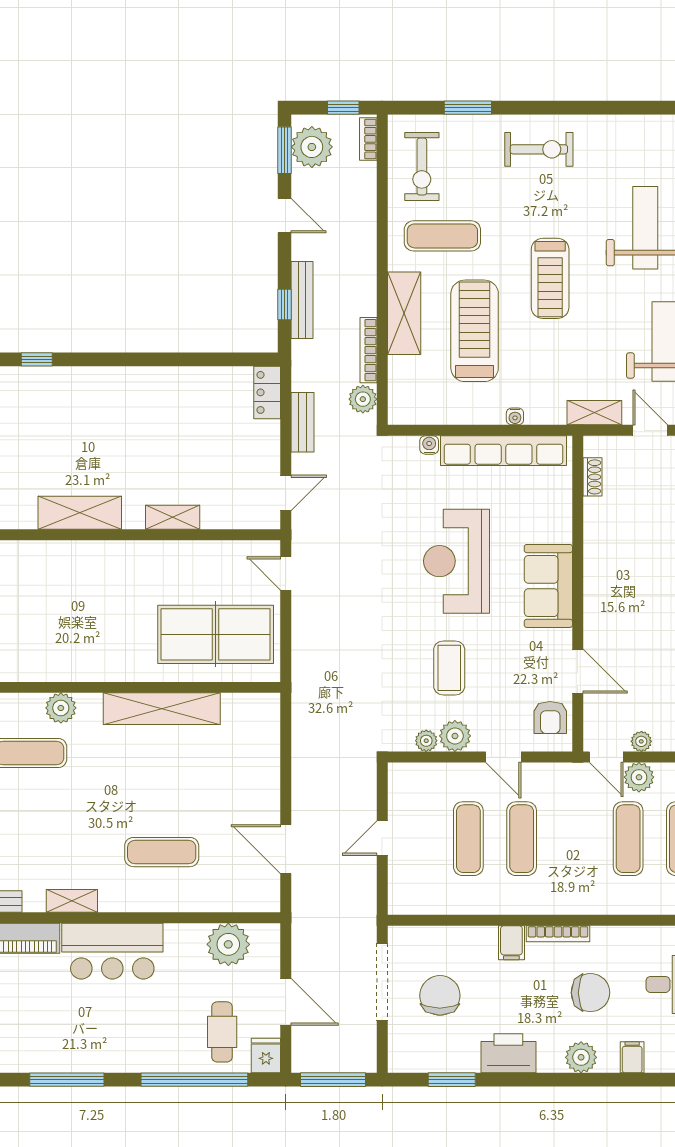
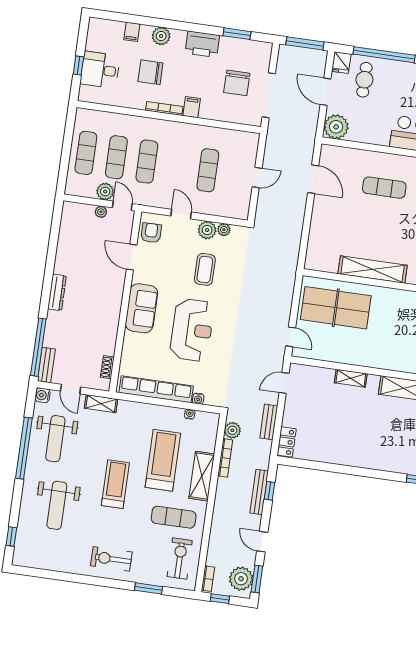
treadmill: (475, 331) -> (163, 460), turned 180
water cooler: (515, 416) -> (190, 414), moved
exercise mat: (522, 839) -> (147, 162), moved
plant: (228, 944) -> (336, 127), moved

